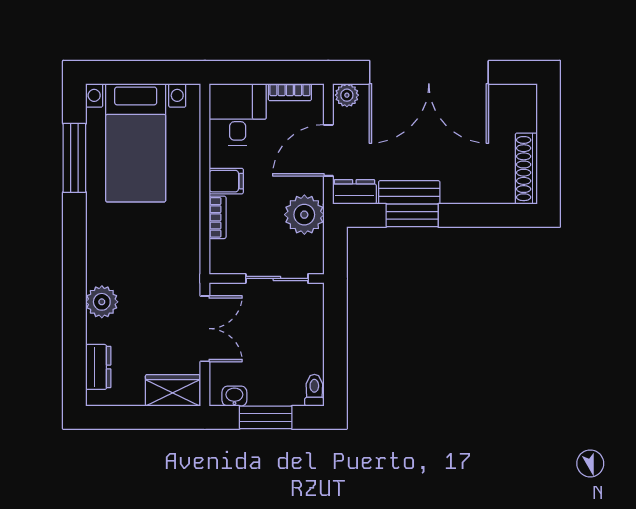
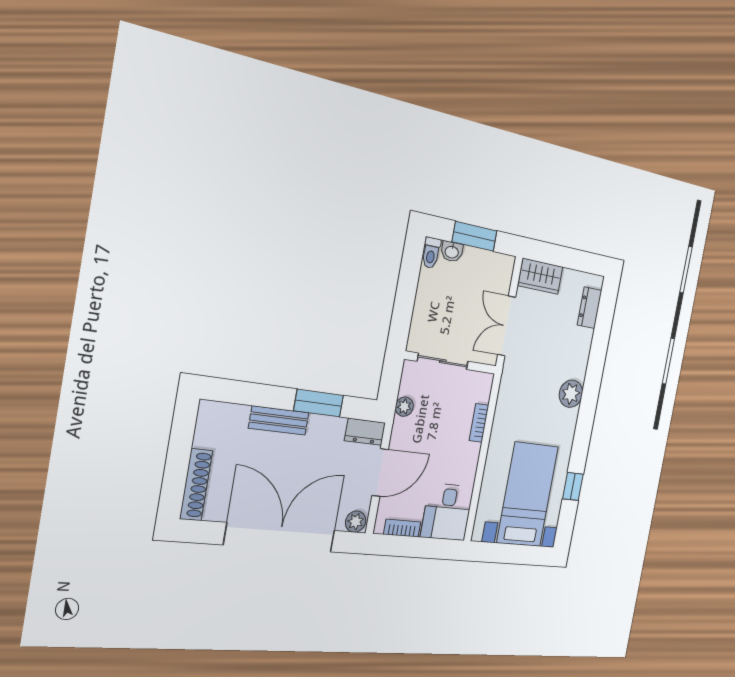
window: (74, 158) -> (573, 486), width x0.46
shoe rack: (526, 169) -> (196, 485), moved
filing cabinet: (226, 181) -> (467, 454), removed
bench: (409, 192) -> (279, 420), moved
plant: (304, 215) -> (404, 407), width x0.53, depth x0.53
plant: (102, 302) -> (571, 394), moved
washbasin: (234, 396) -> (452, 252), moved

